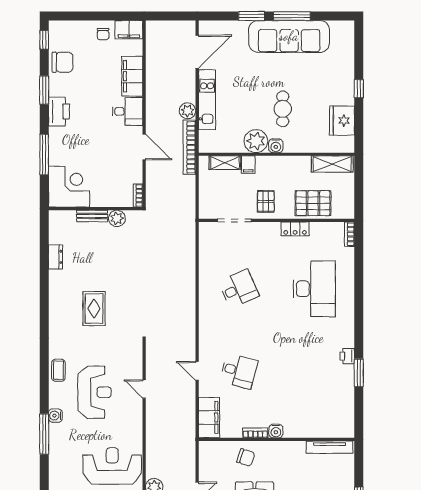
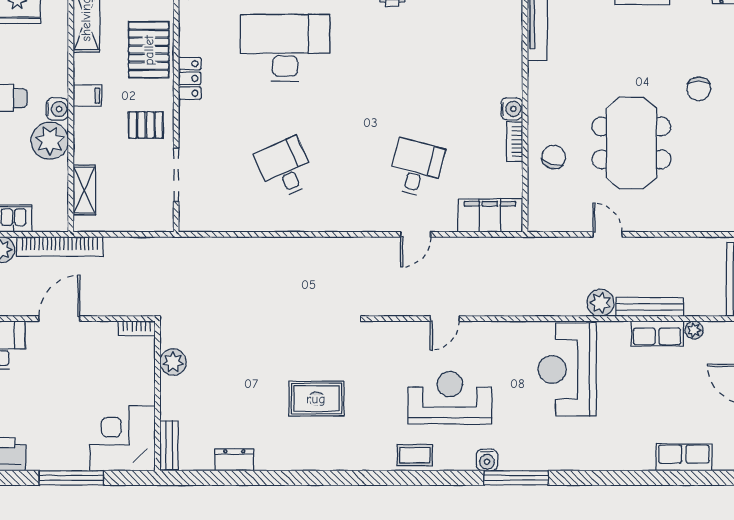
filing cabinet: (248, 165) -> (87, 96), moved
bench: (92, 216) -> (169, 445), moved

